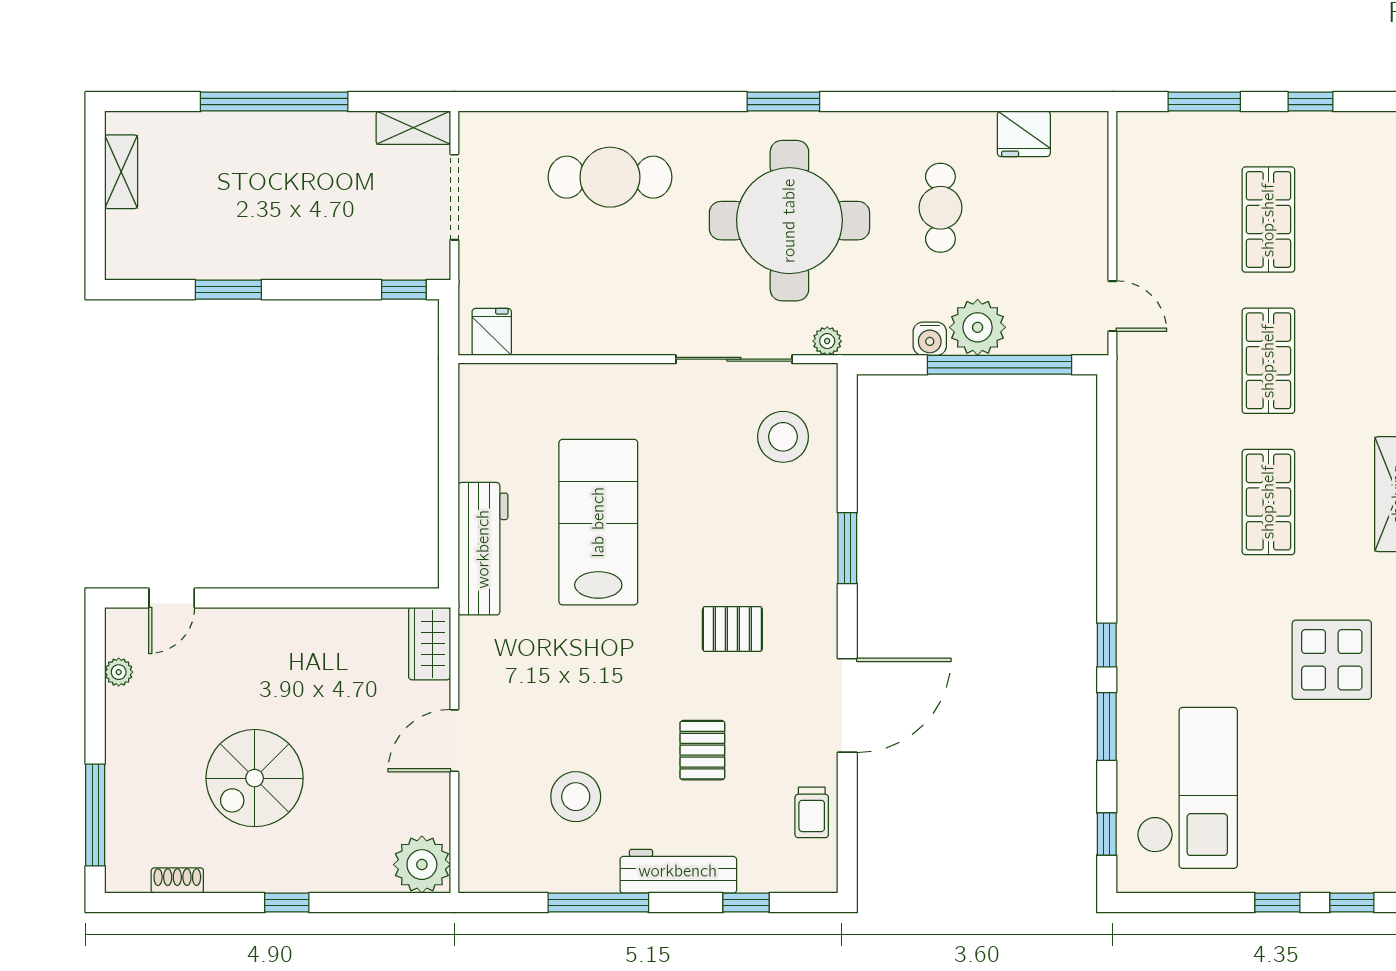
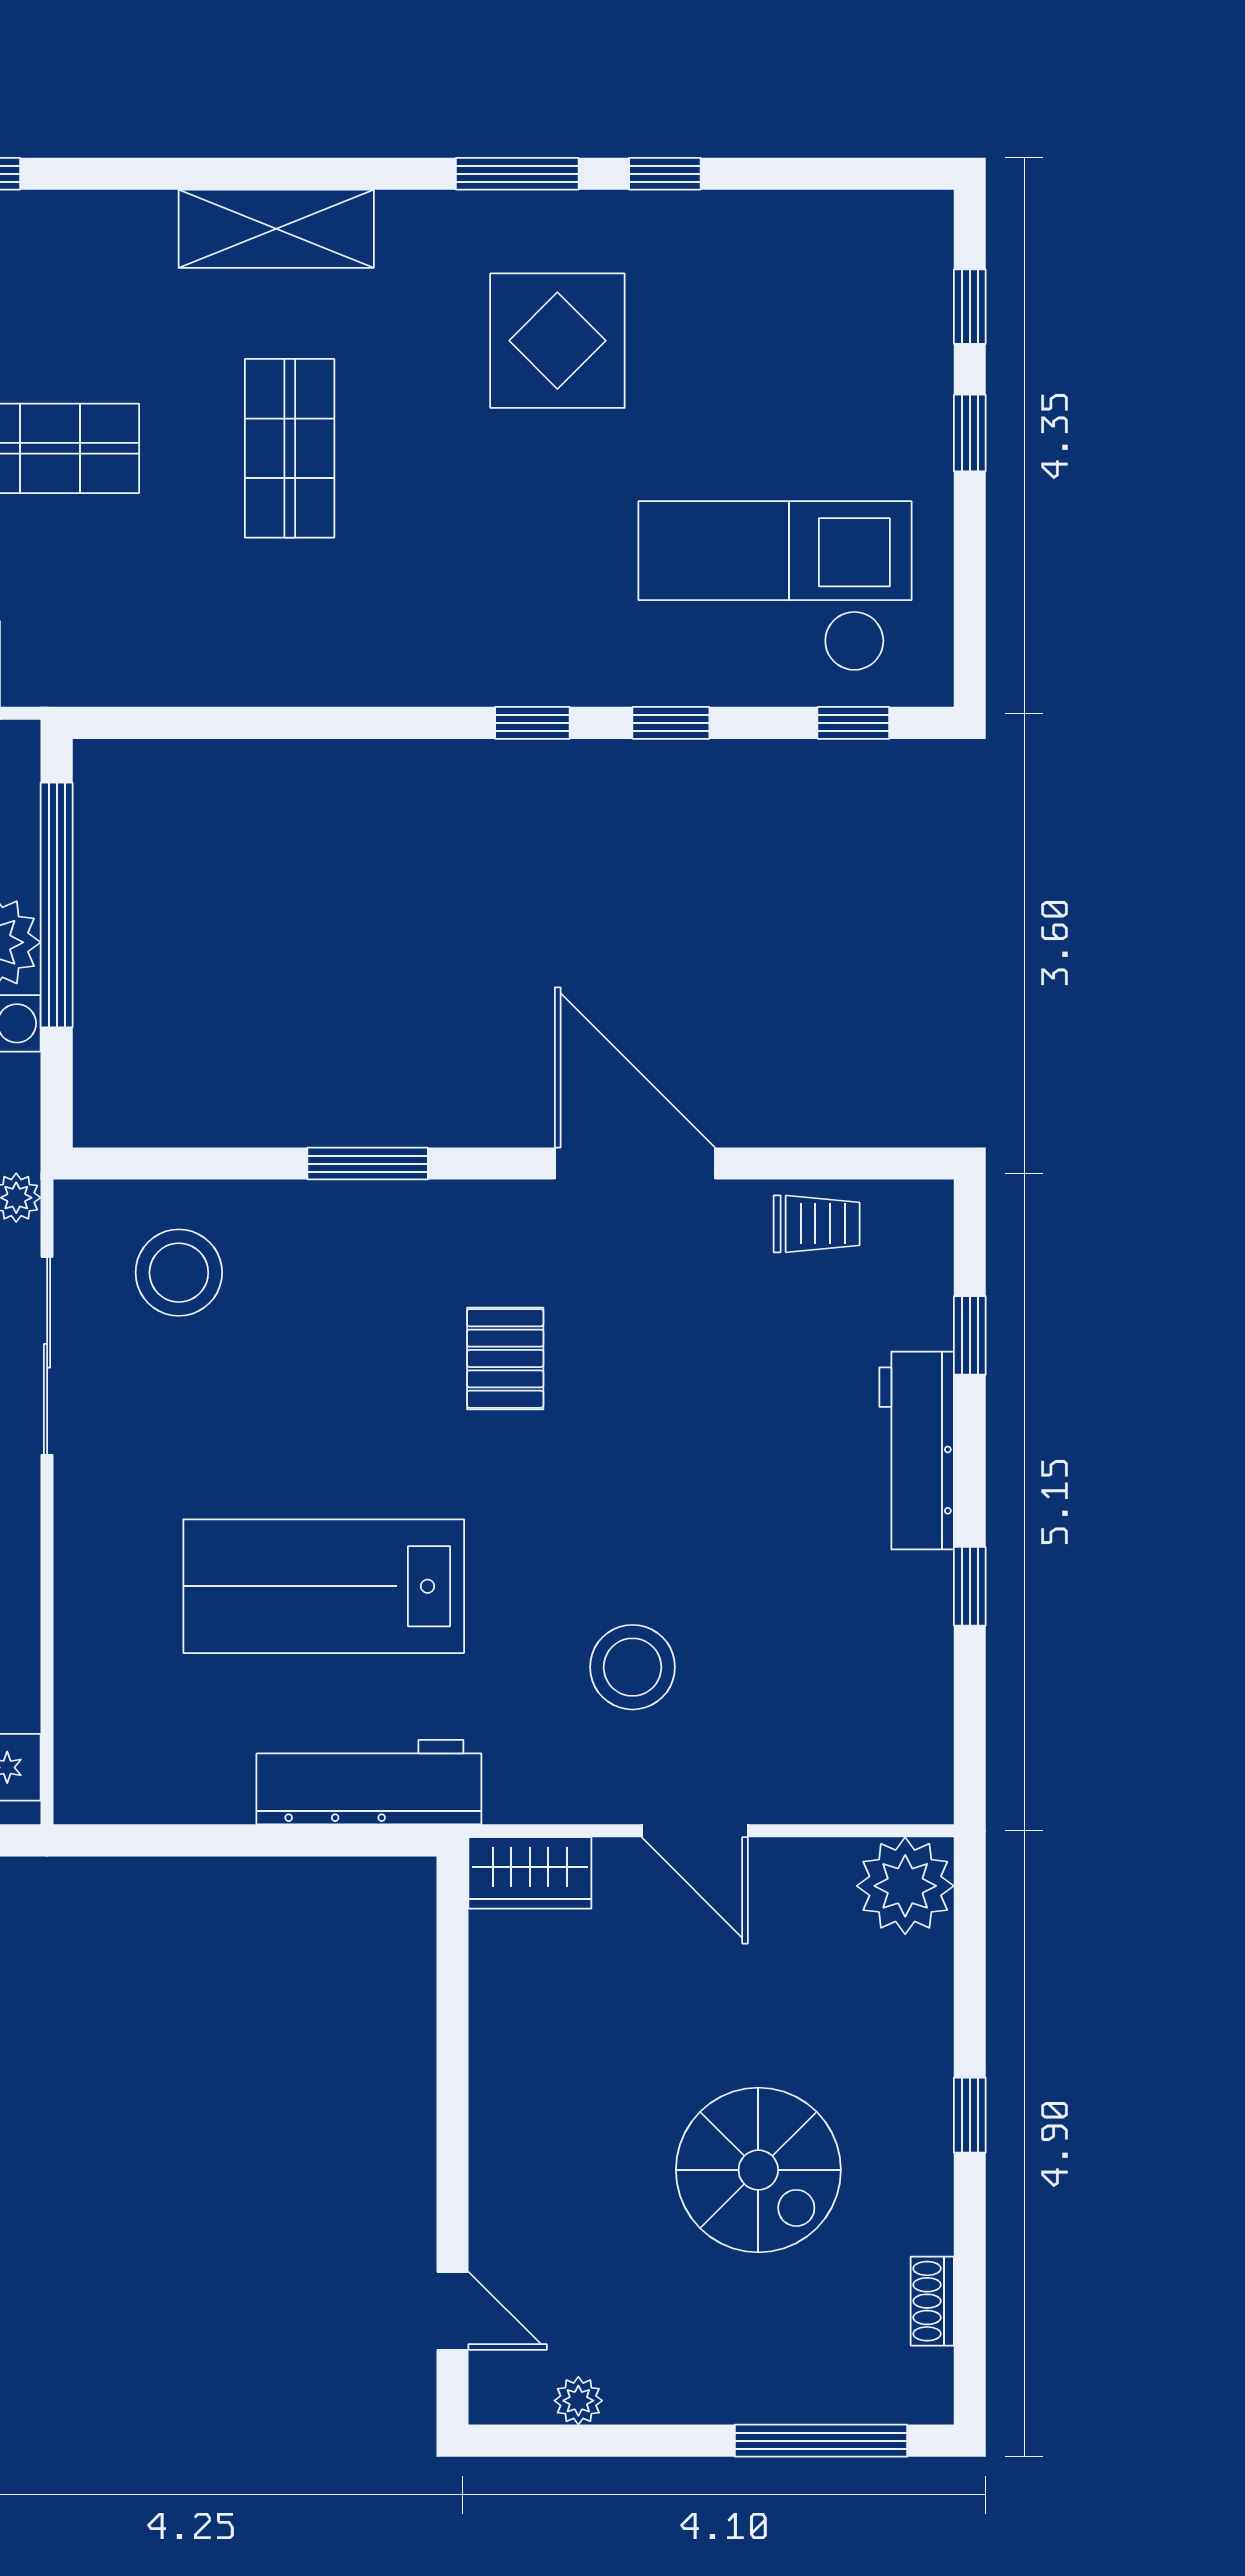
shop shelf: (1268, 502) -> (290, 448), turned 90
window: (1107, 727) -> (671, 723), width x0.67
pallet: (702, 750) -> (711, 1410), removed
stool: (576, 797) -> (632, 1667), moved
window: (598, 903) -> (970, 1586), width x0.46

